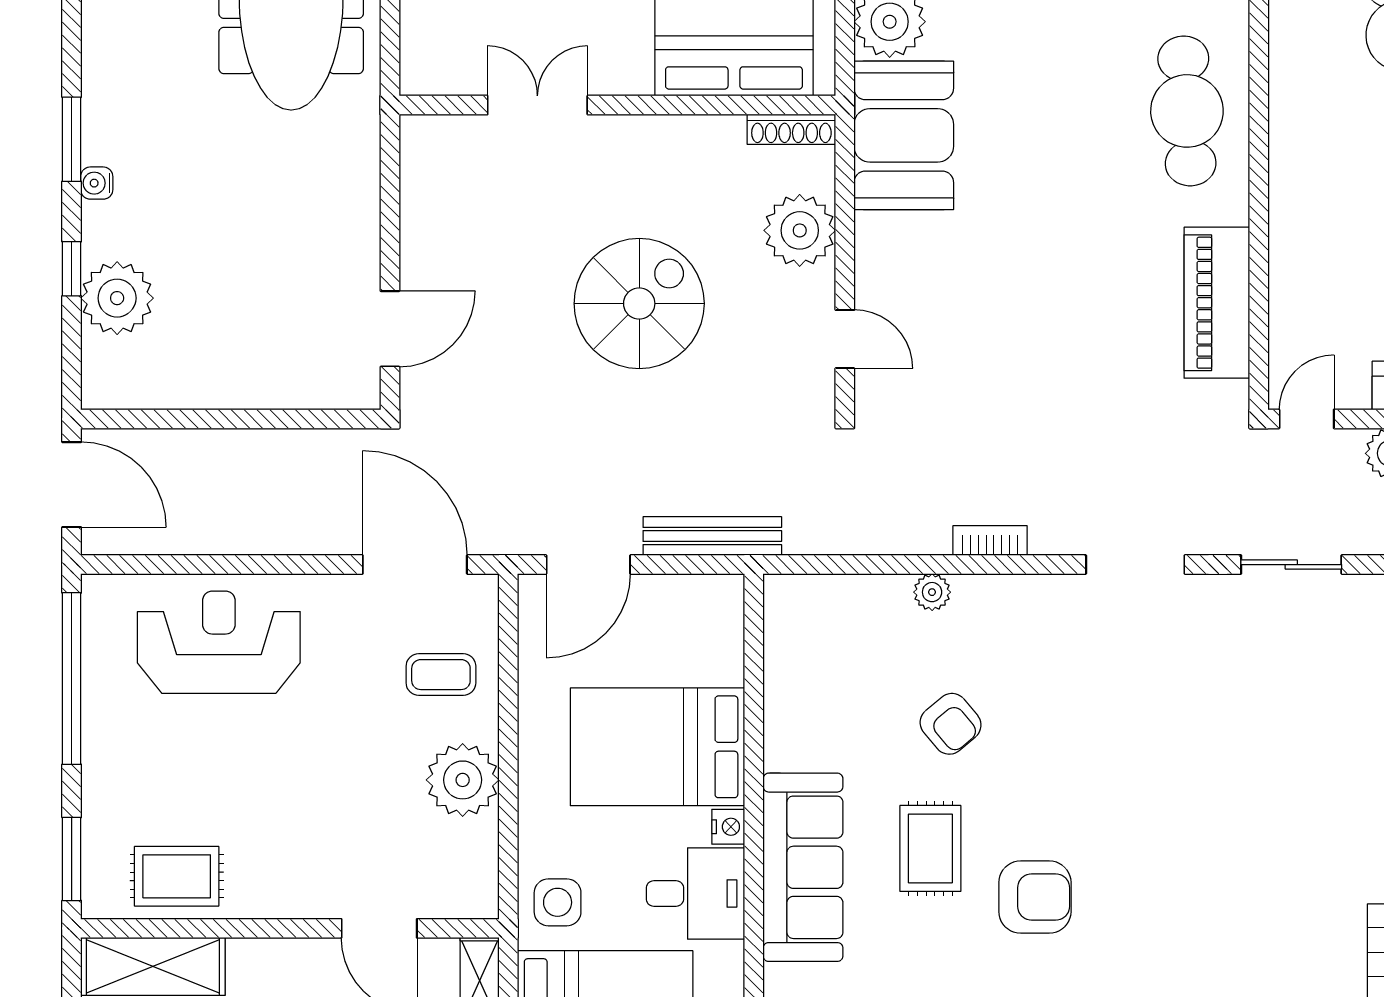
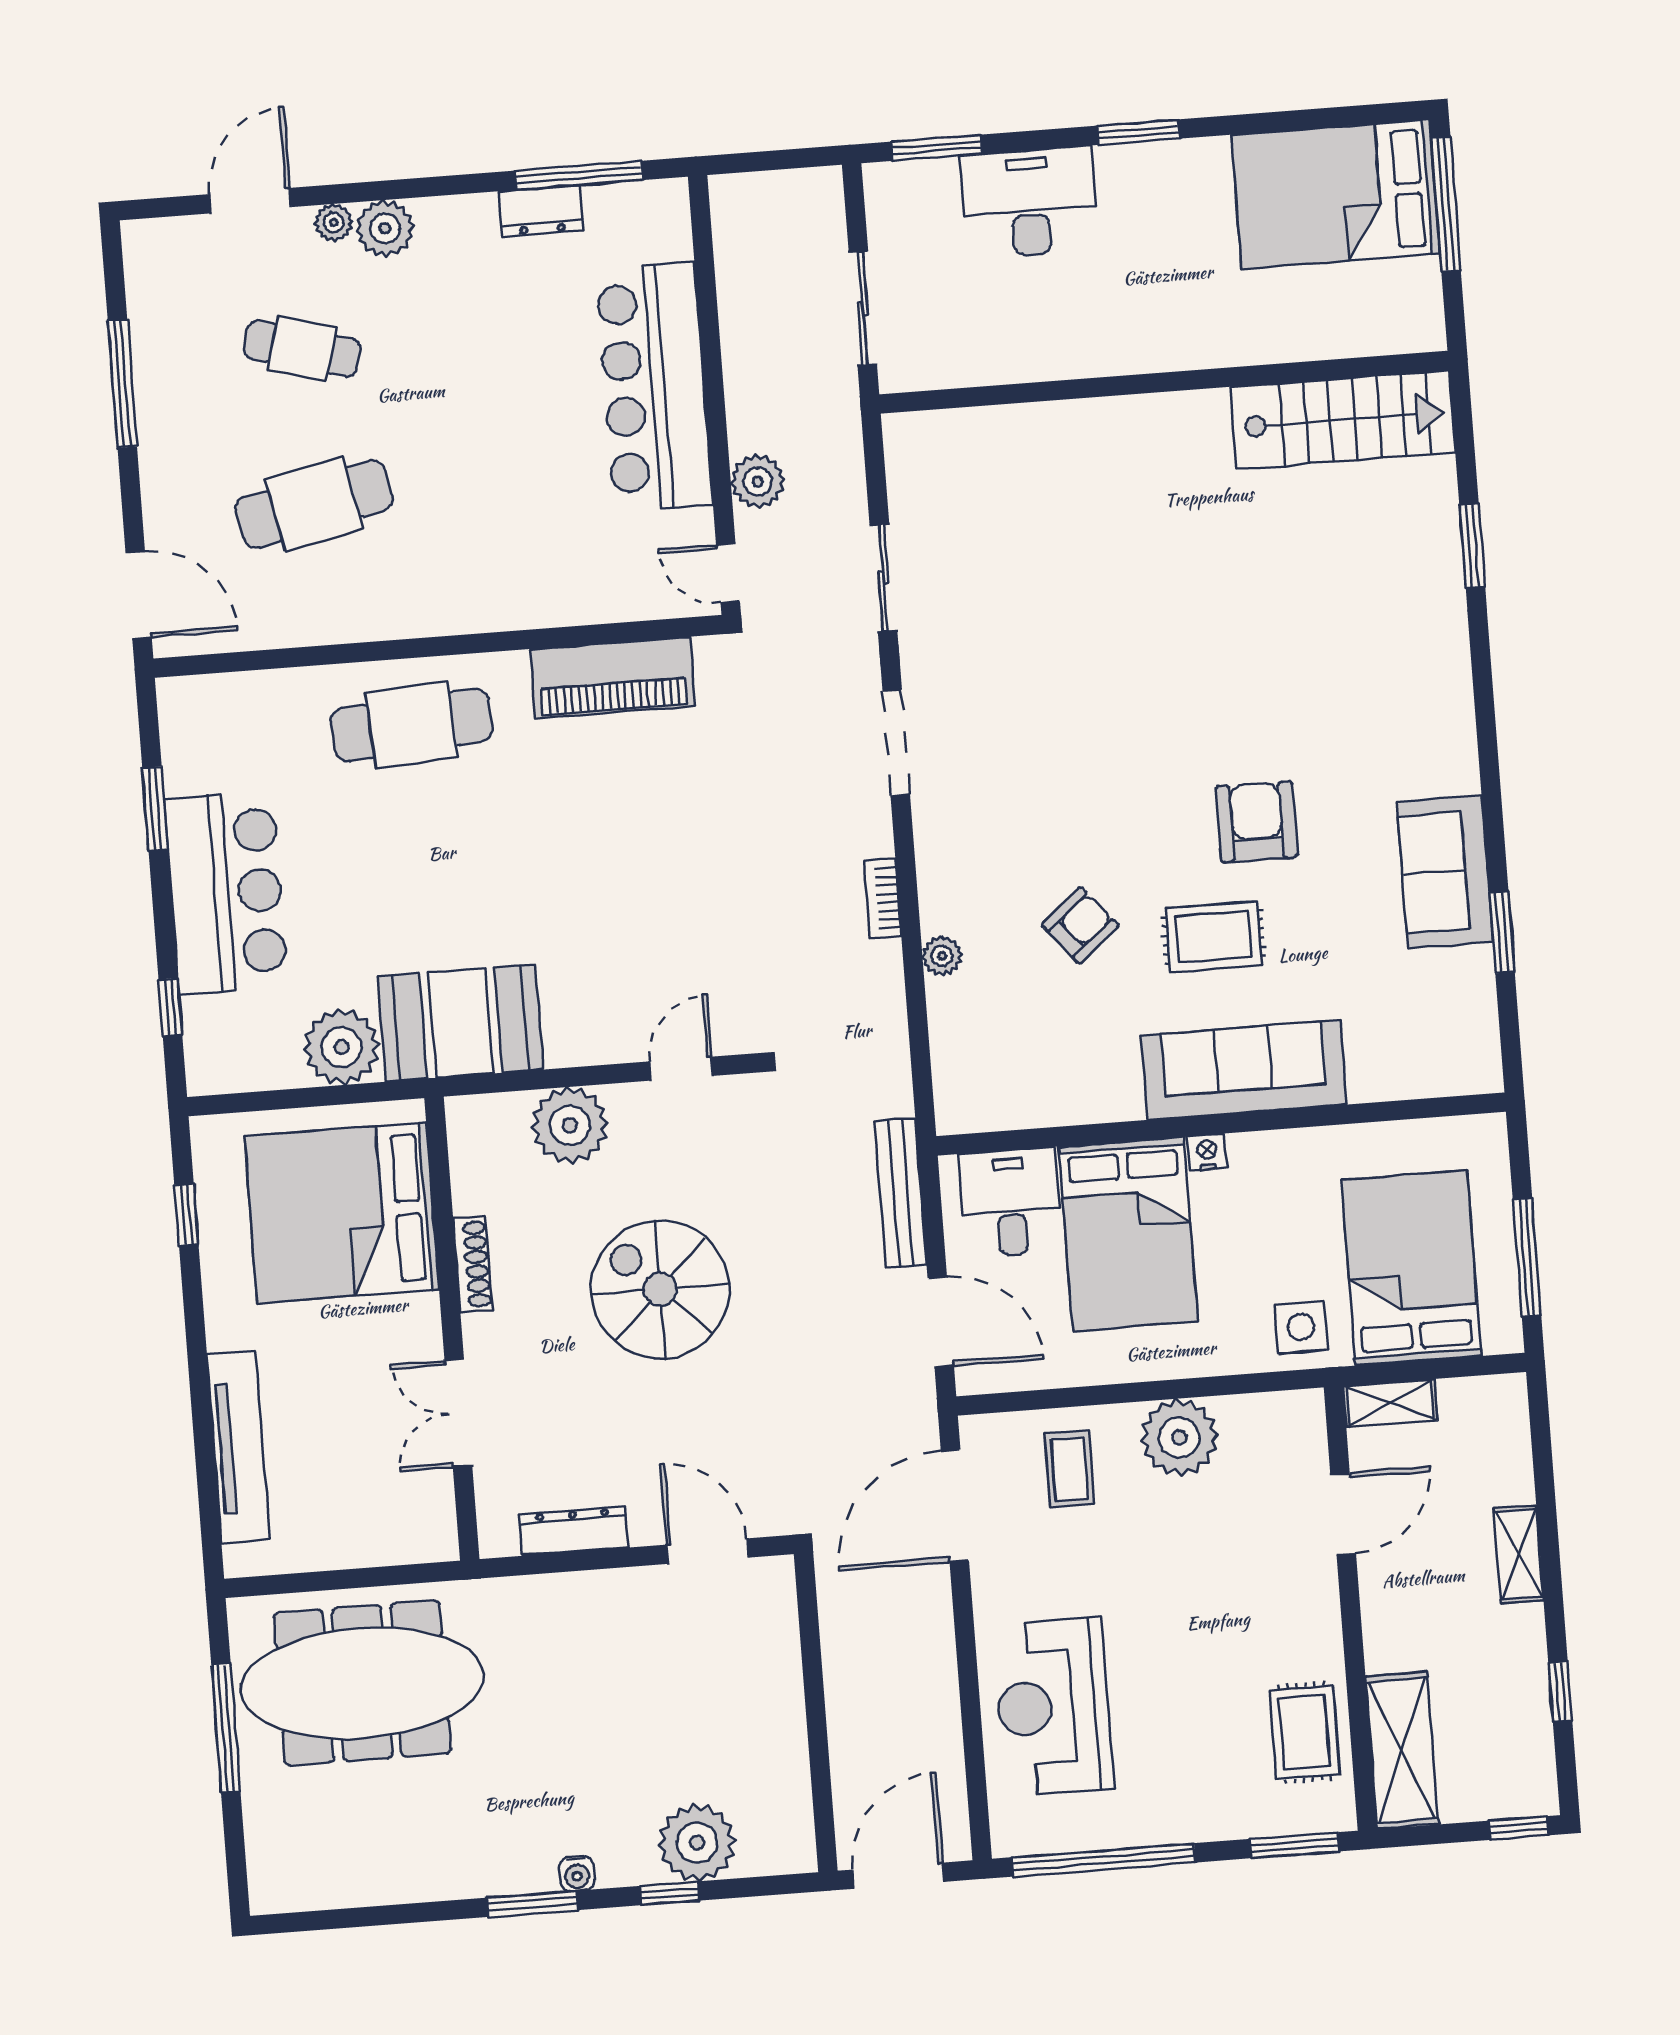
shoe rack: (791, 129) -> (473, 1264), moved
dresser: (419, 205) -> (573, 1531), added
desk: (695, 893) -> (1011, 1202), moved

